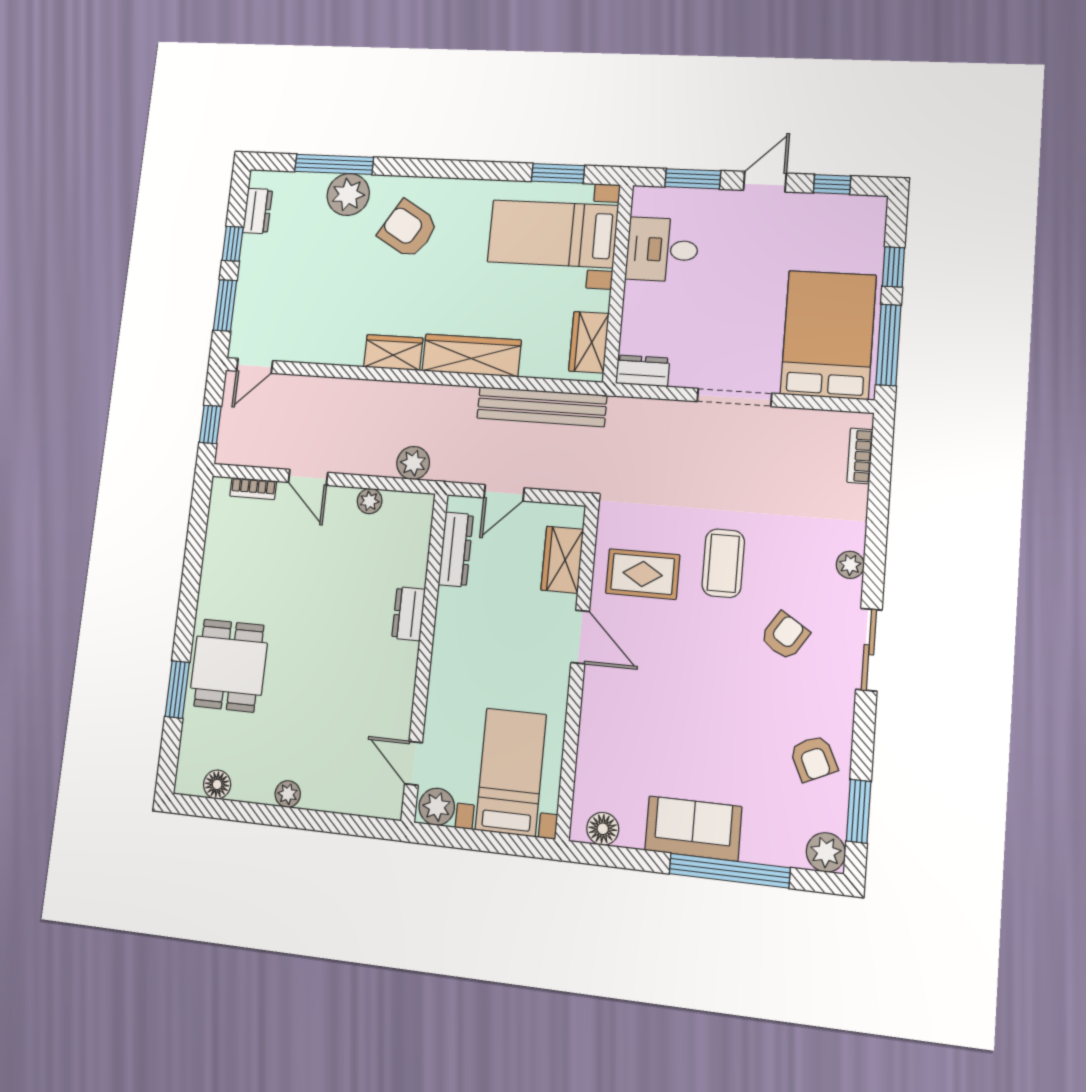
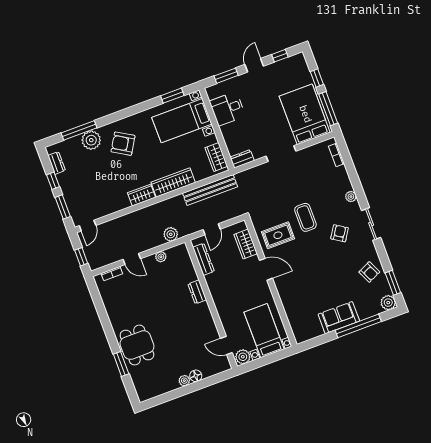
floor lamp: (217, 784) -> (196, 376), moved
floor lamp: (603, 829) -> (307, 334), removed

